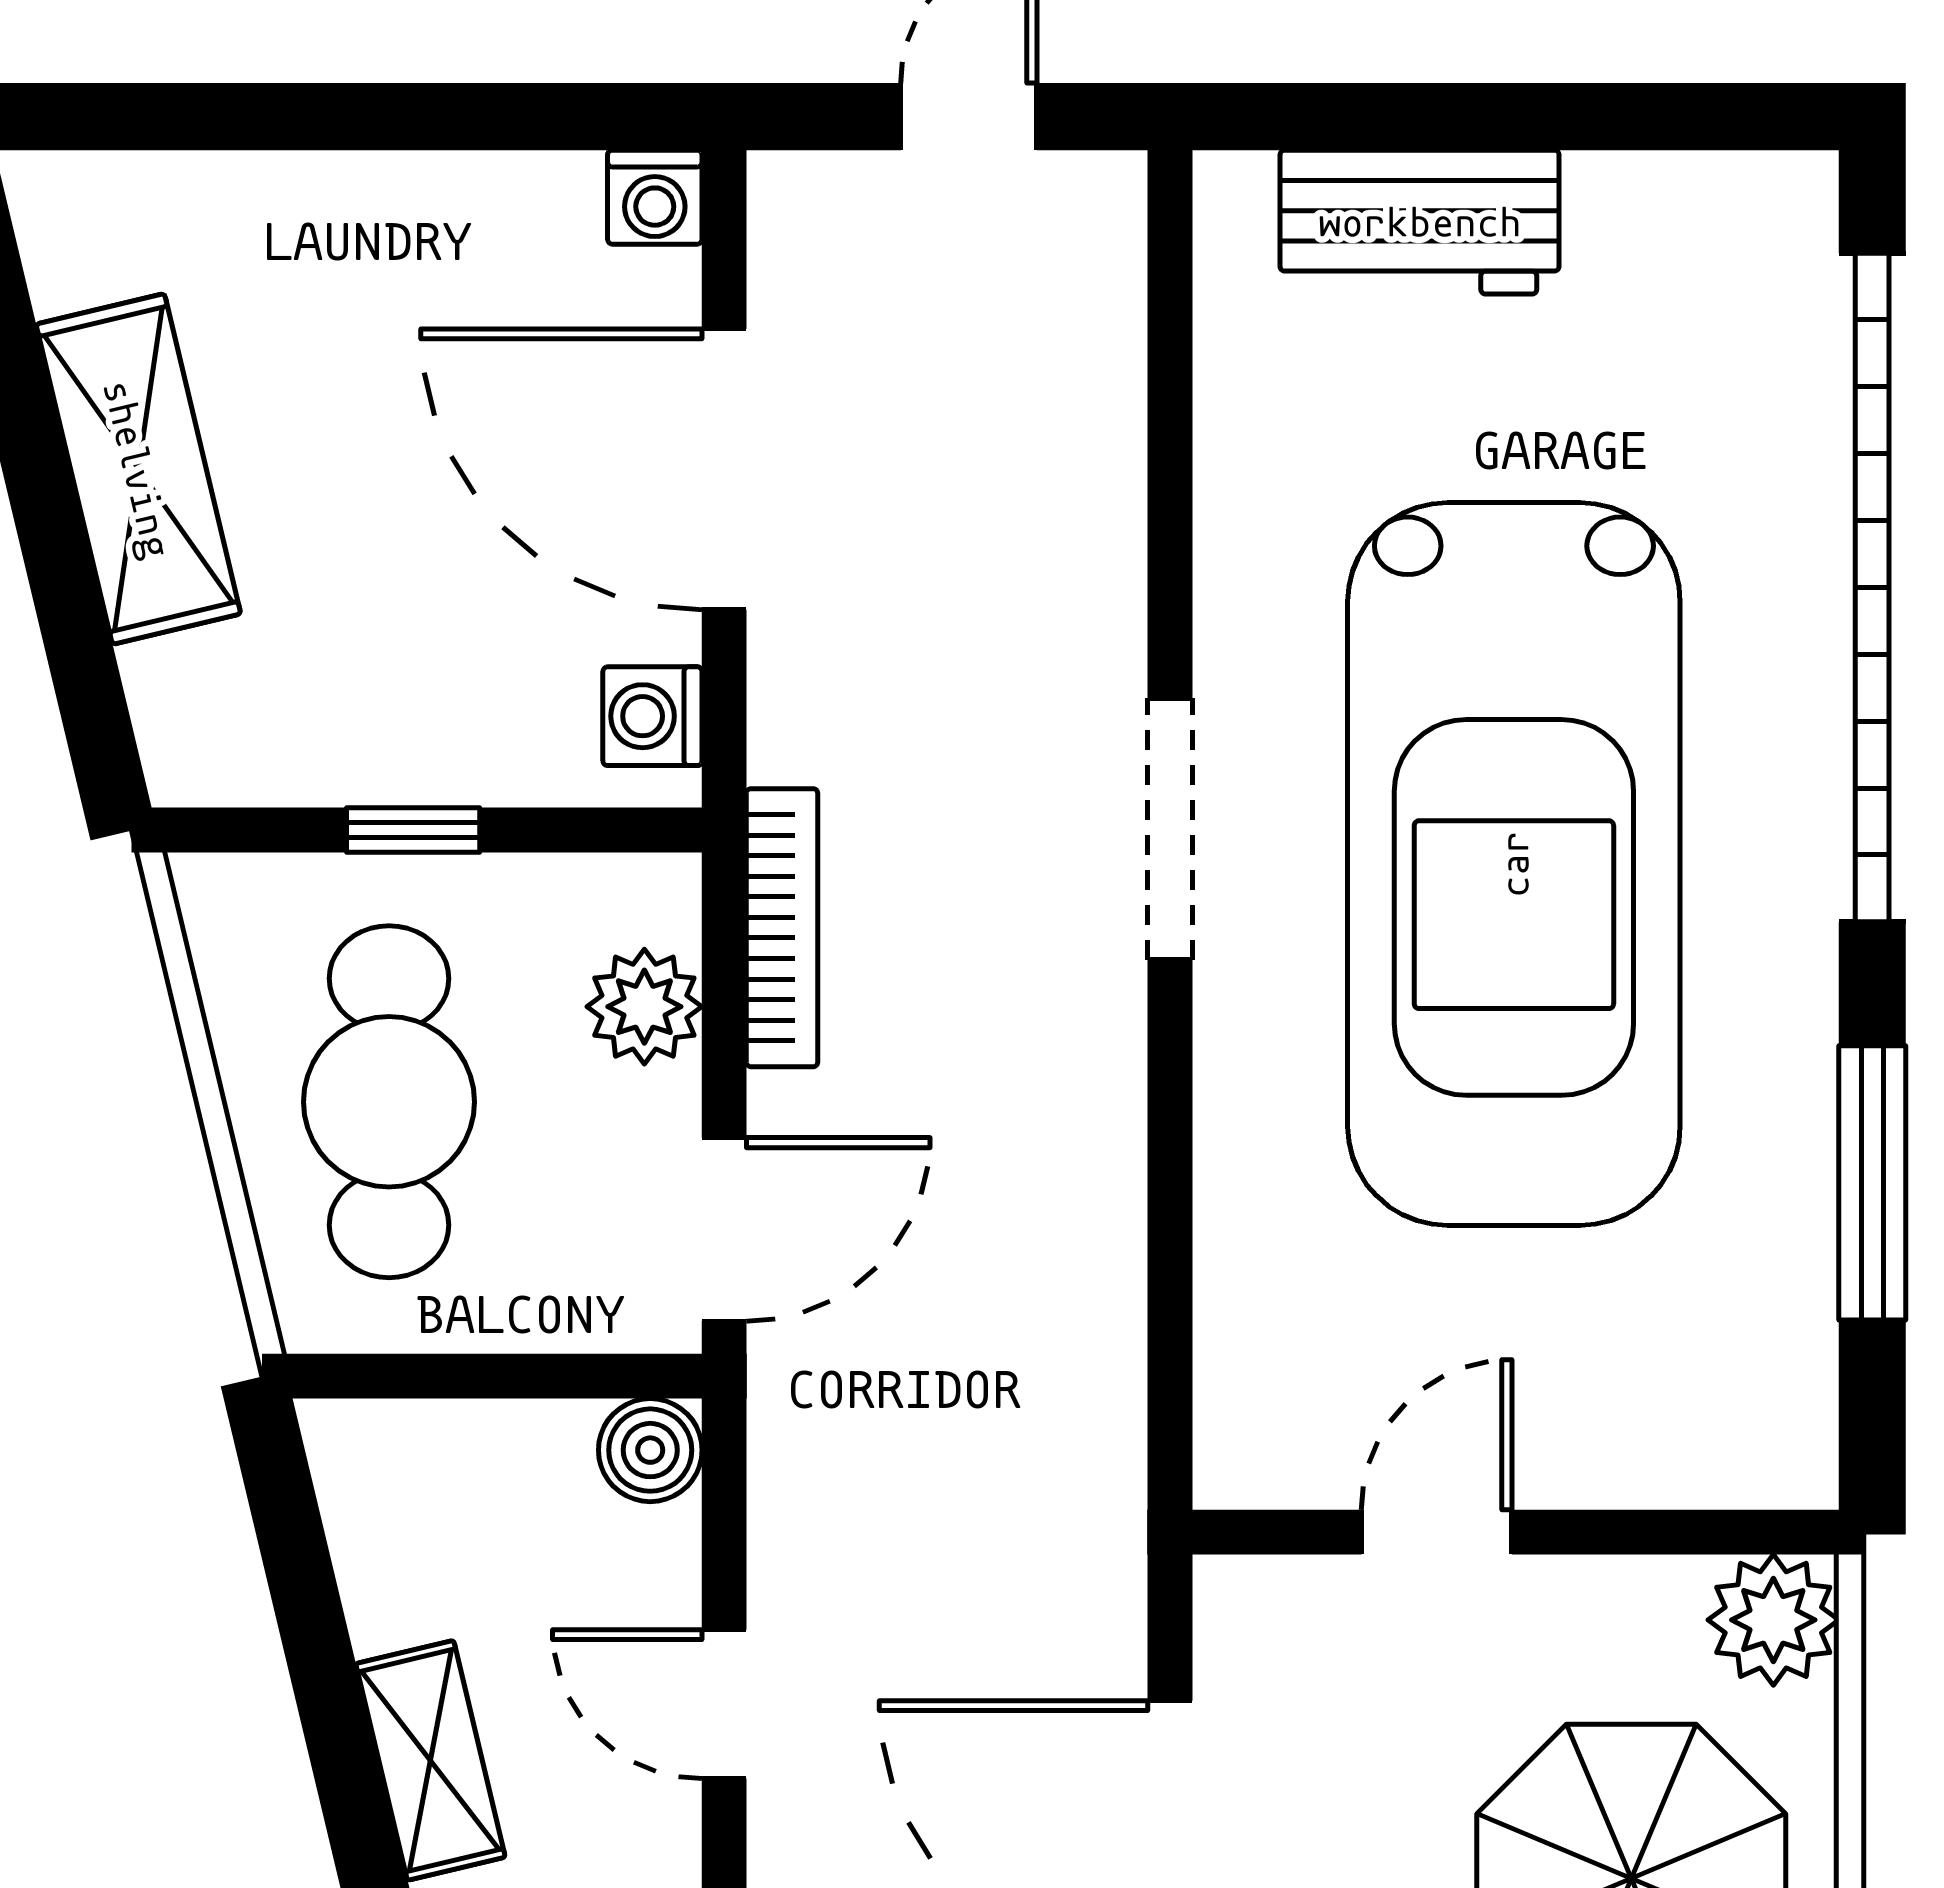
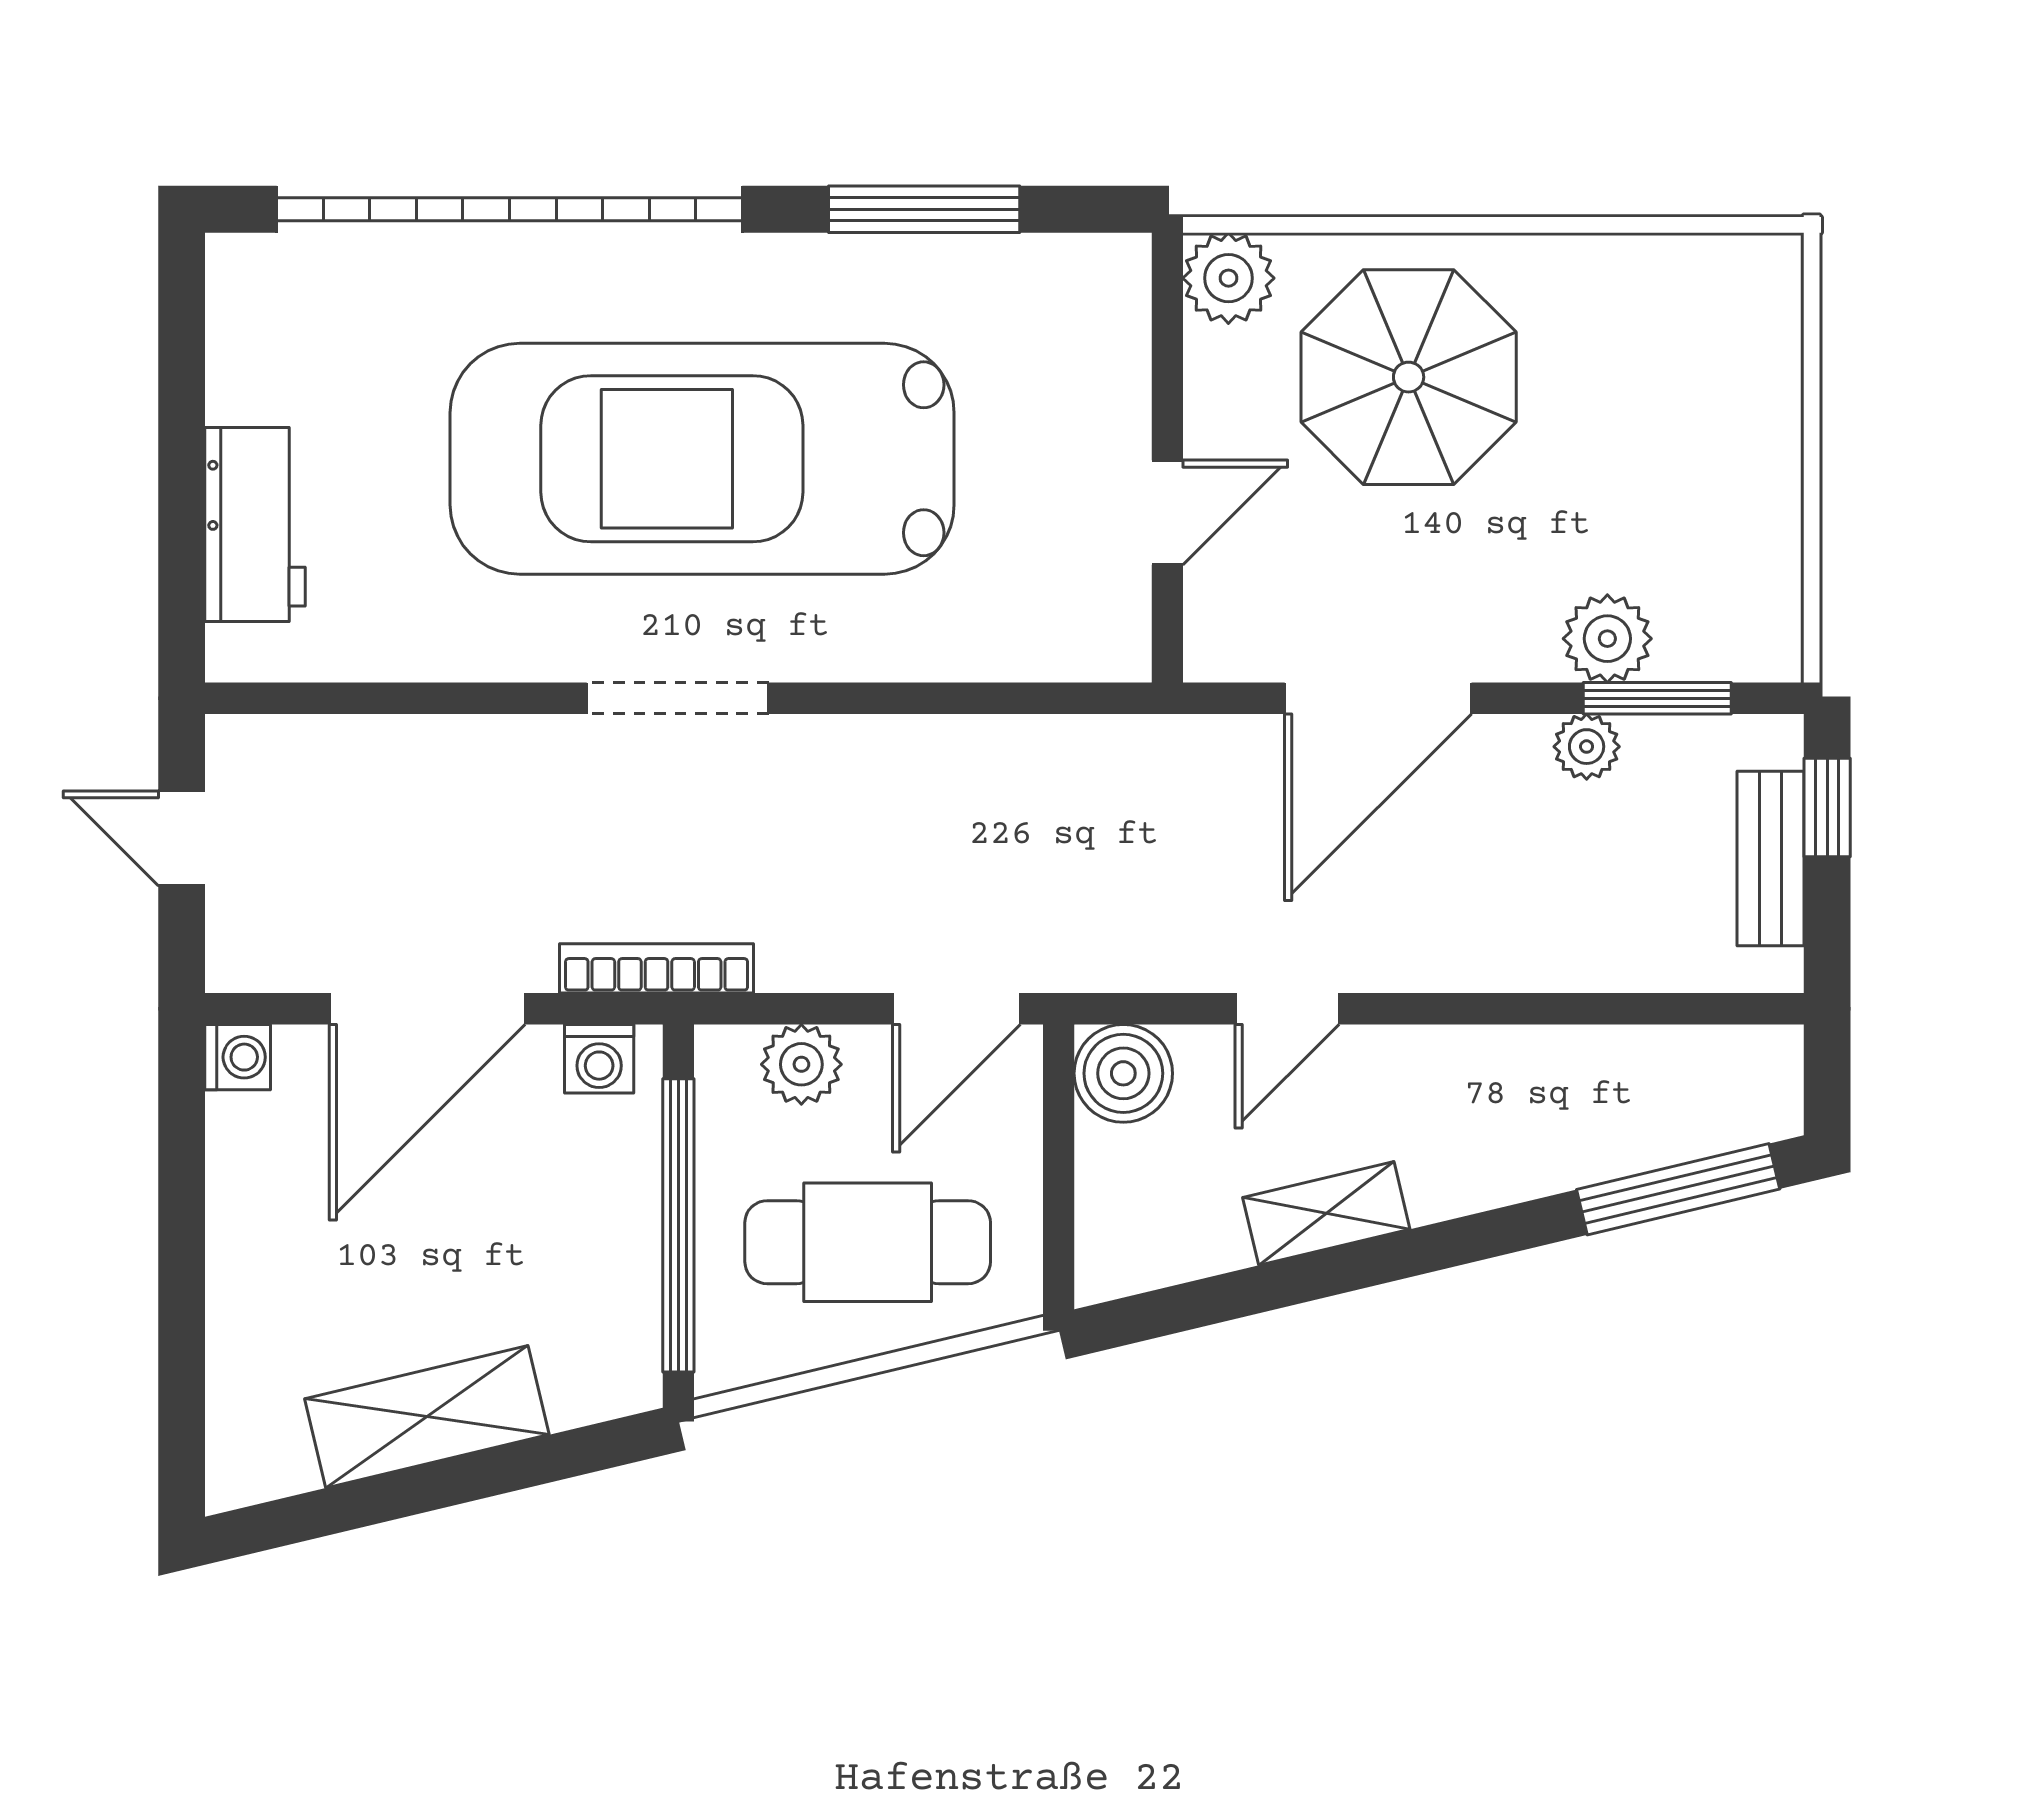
window: (413, 830) -> (678, 1225), width x3.17
car: (1514, 864) -> (702, 459), turned 180
bookcase: (782, 928) -> (657, 968), moved
door: (724, 1229) -> (956, 1009), swing flipped
boiler: (650, 1450) -> (1123, 1073), width x1.36, depth x1.36
door: (1437, 1532) -> (1167, 513), swing flipped

